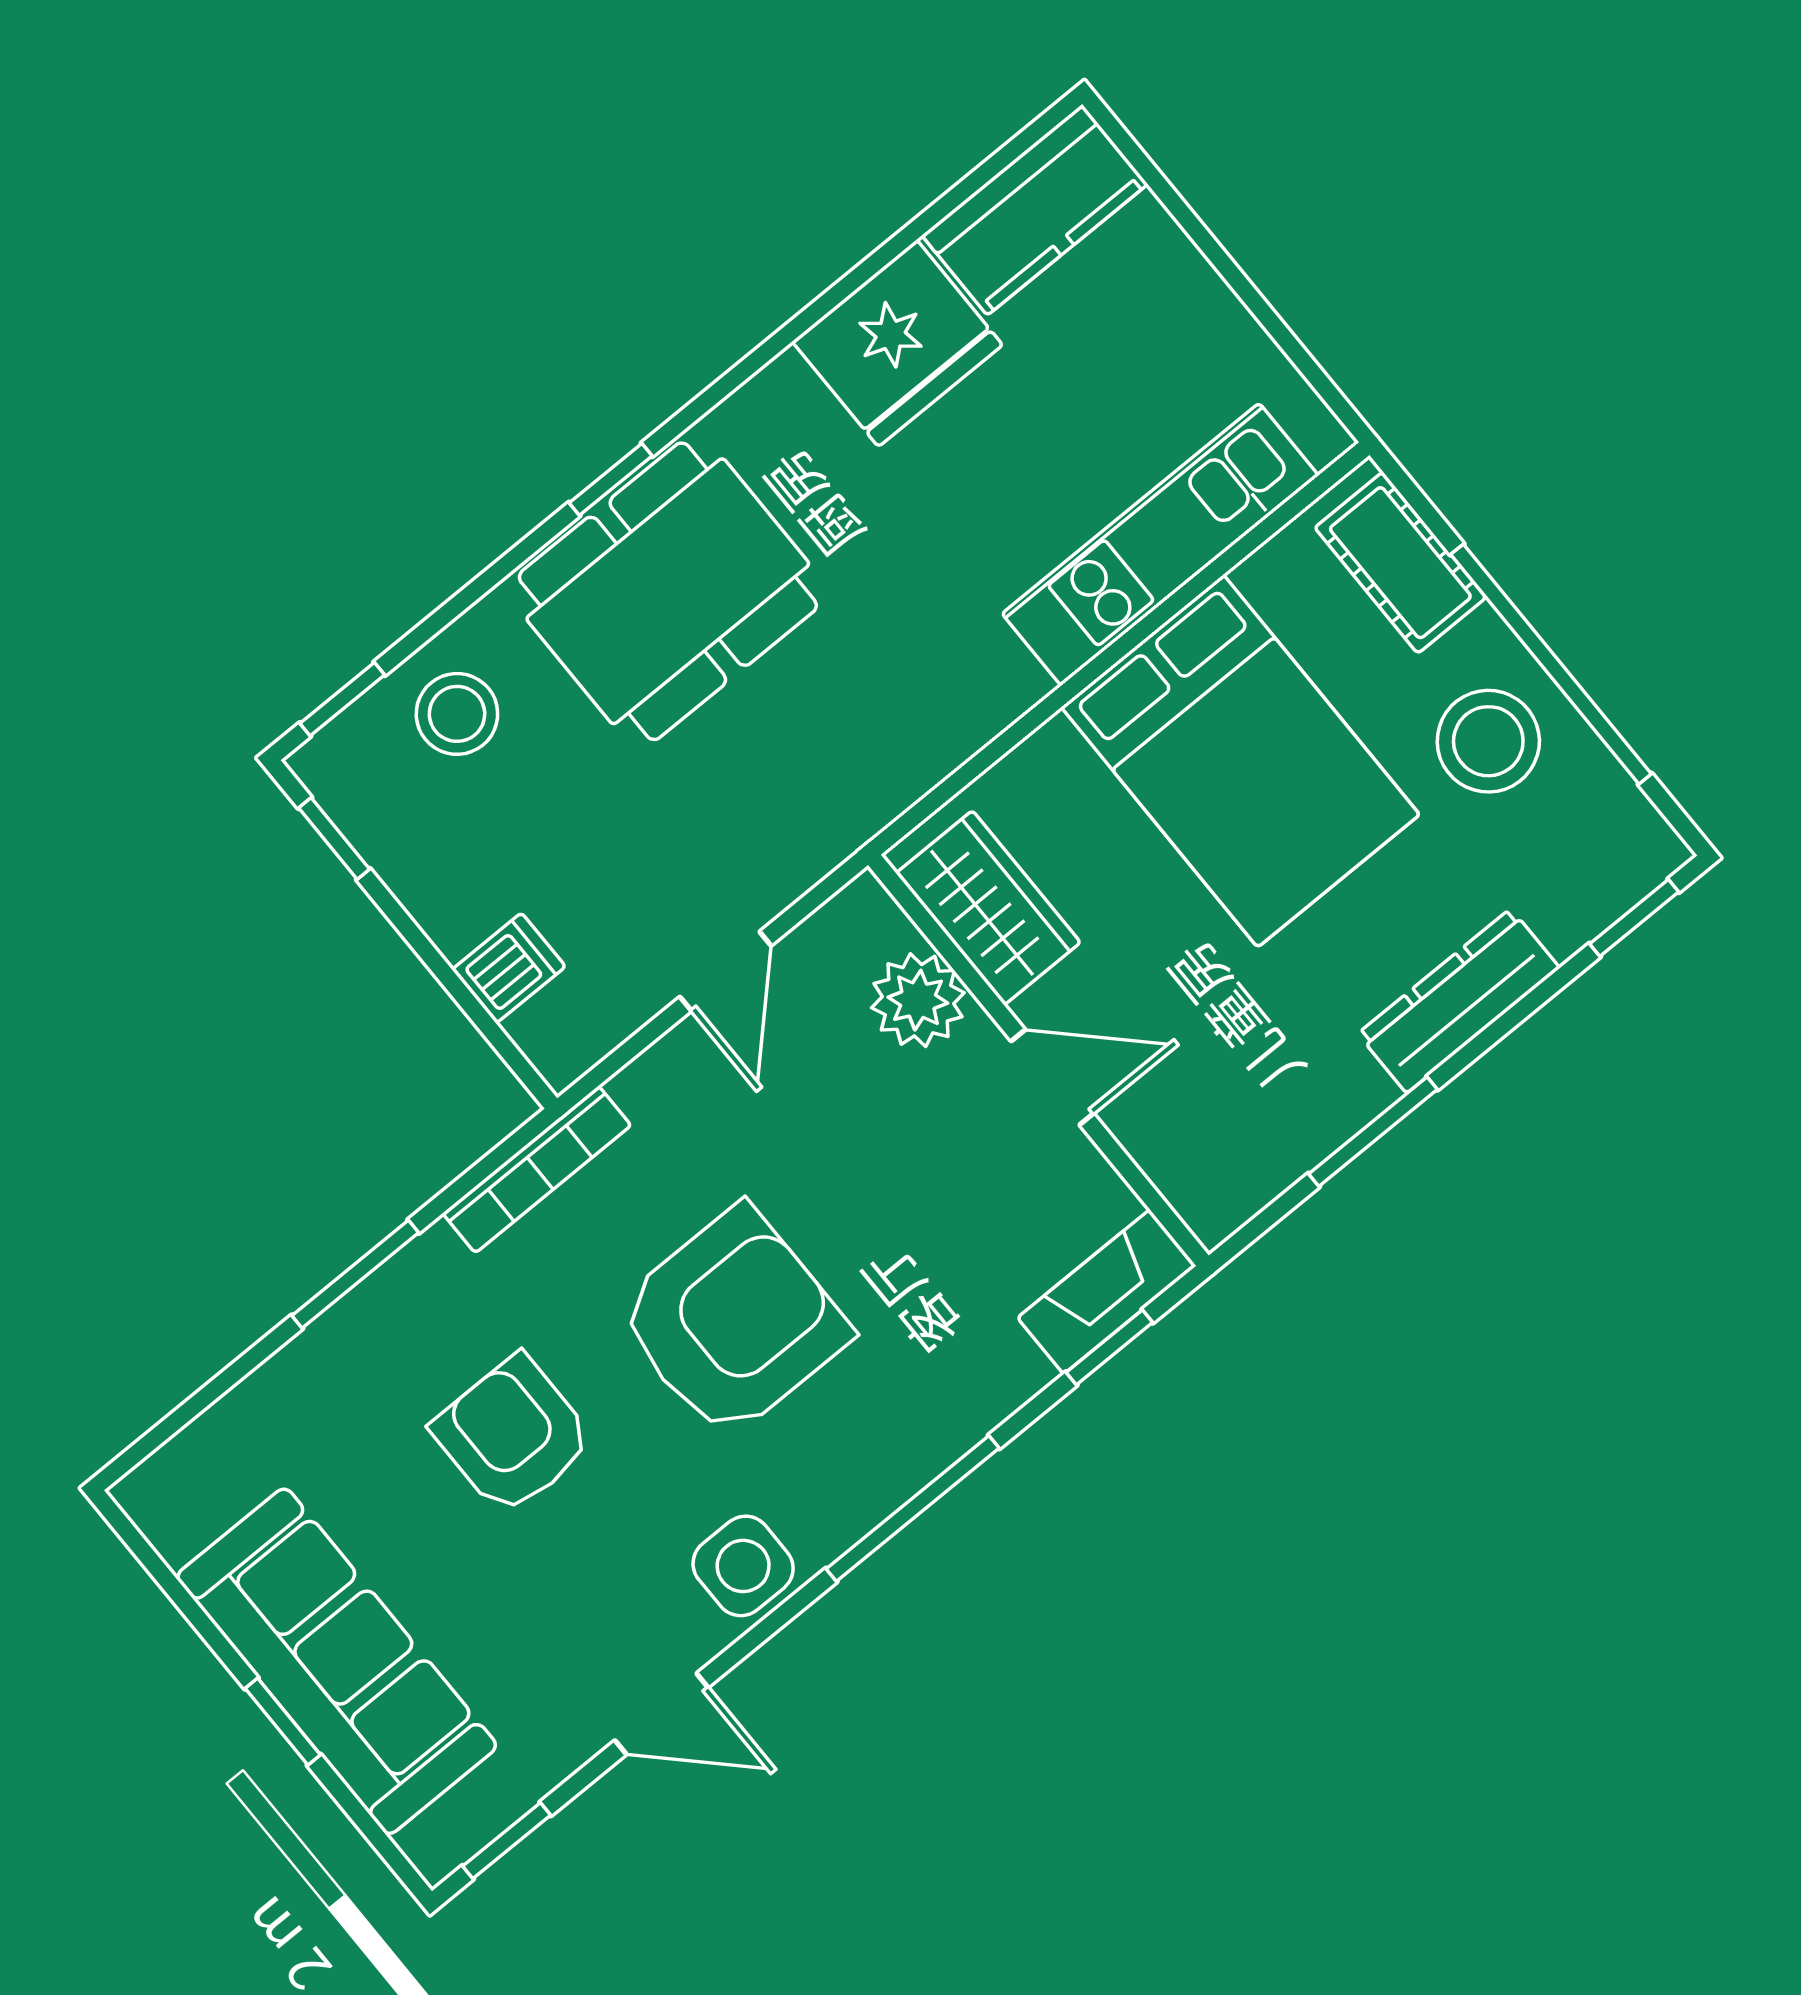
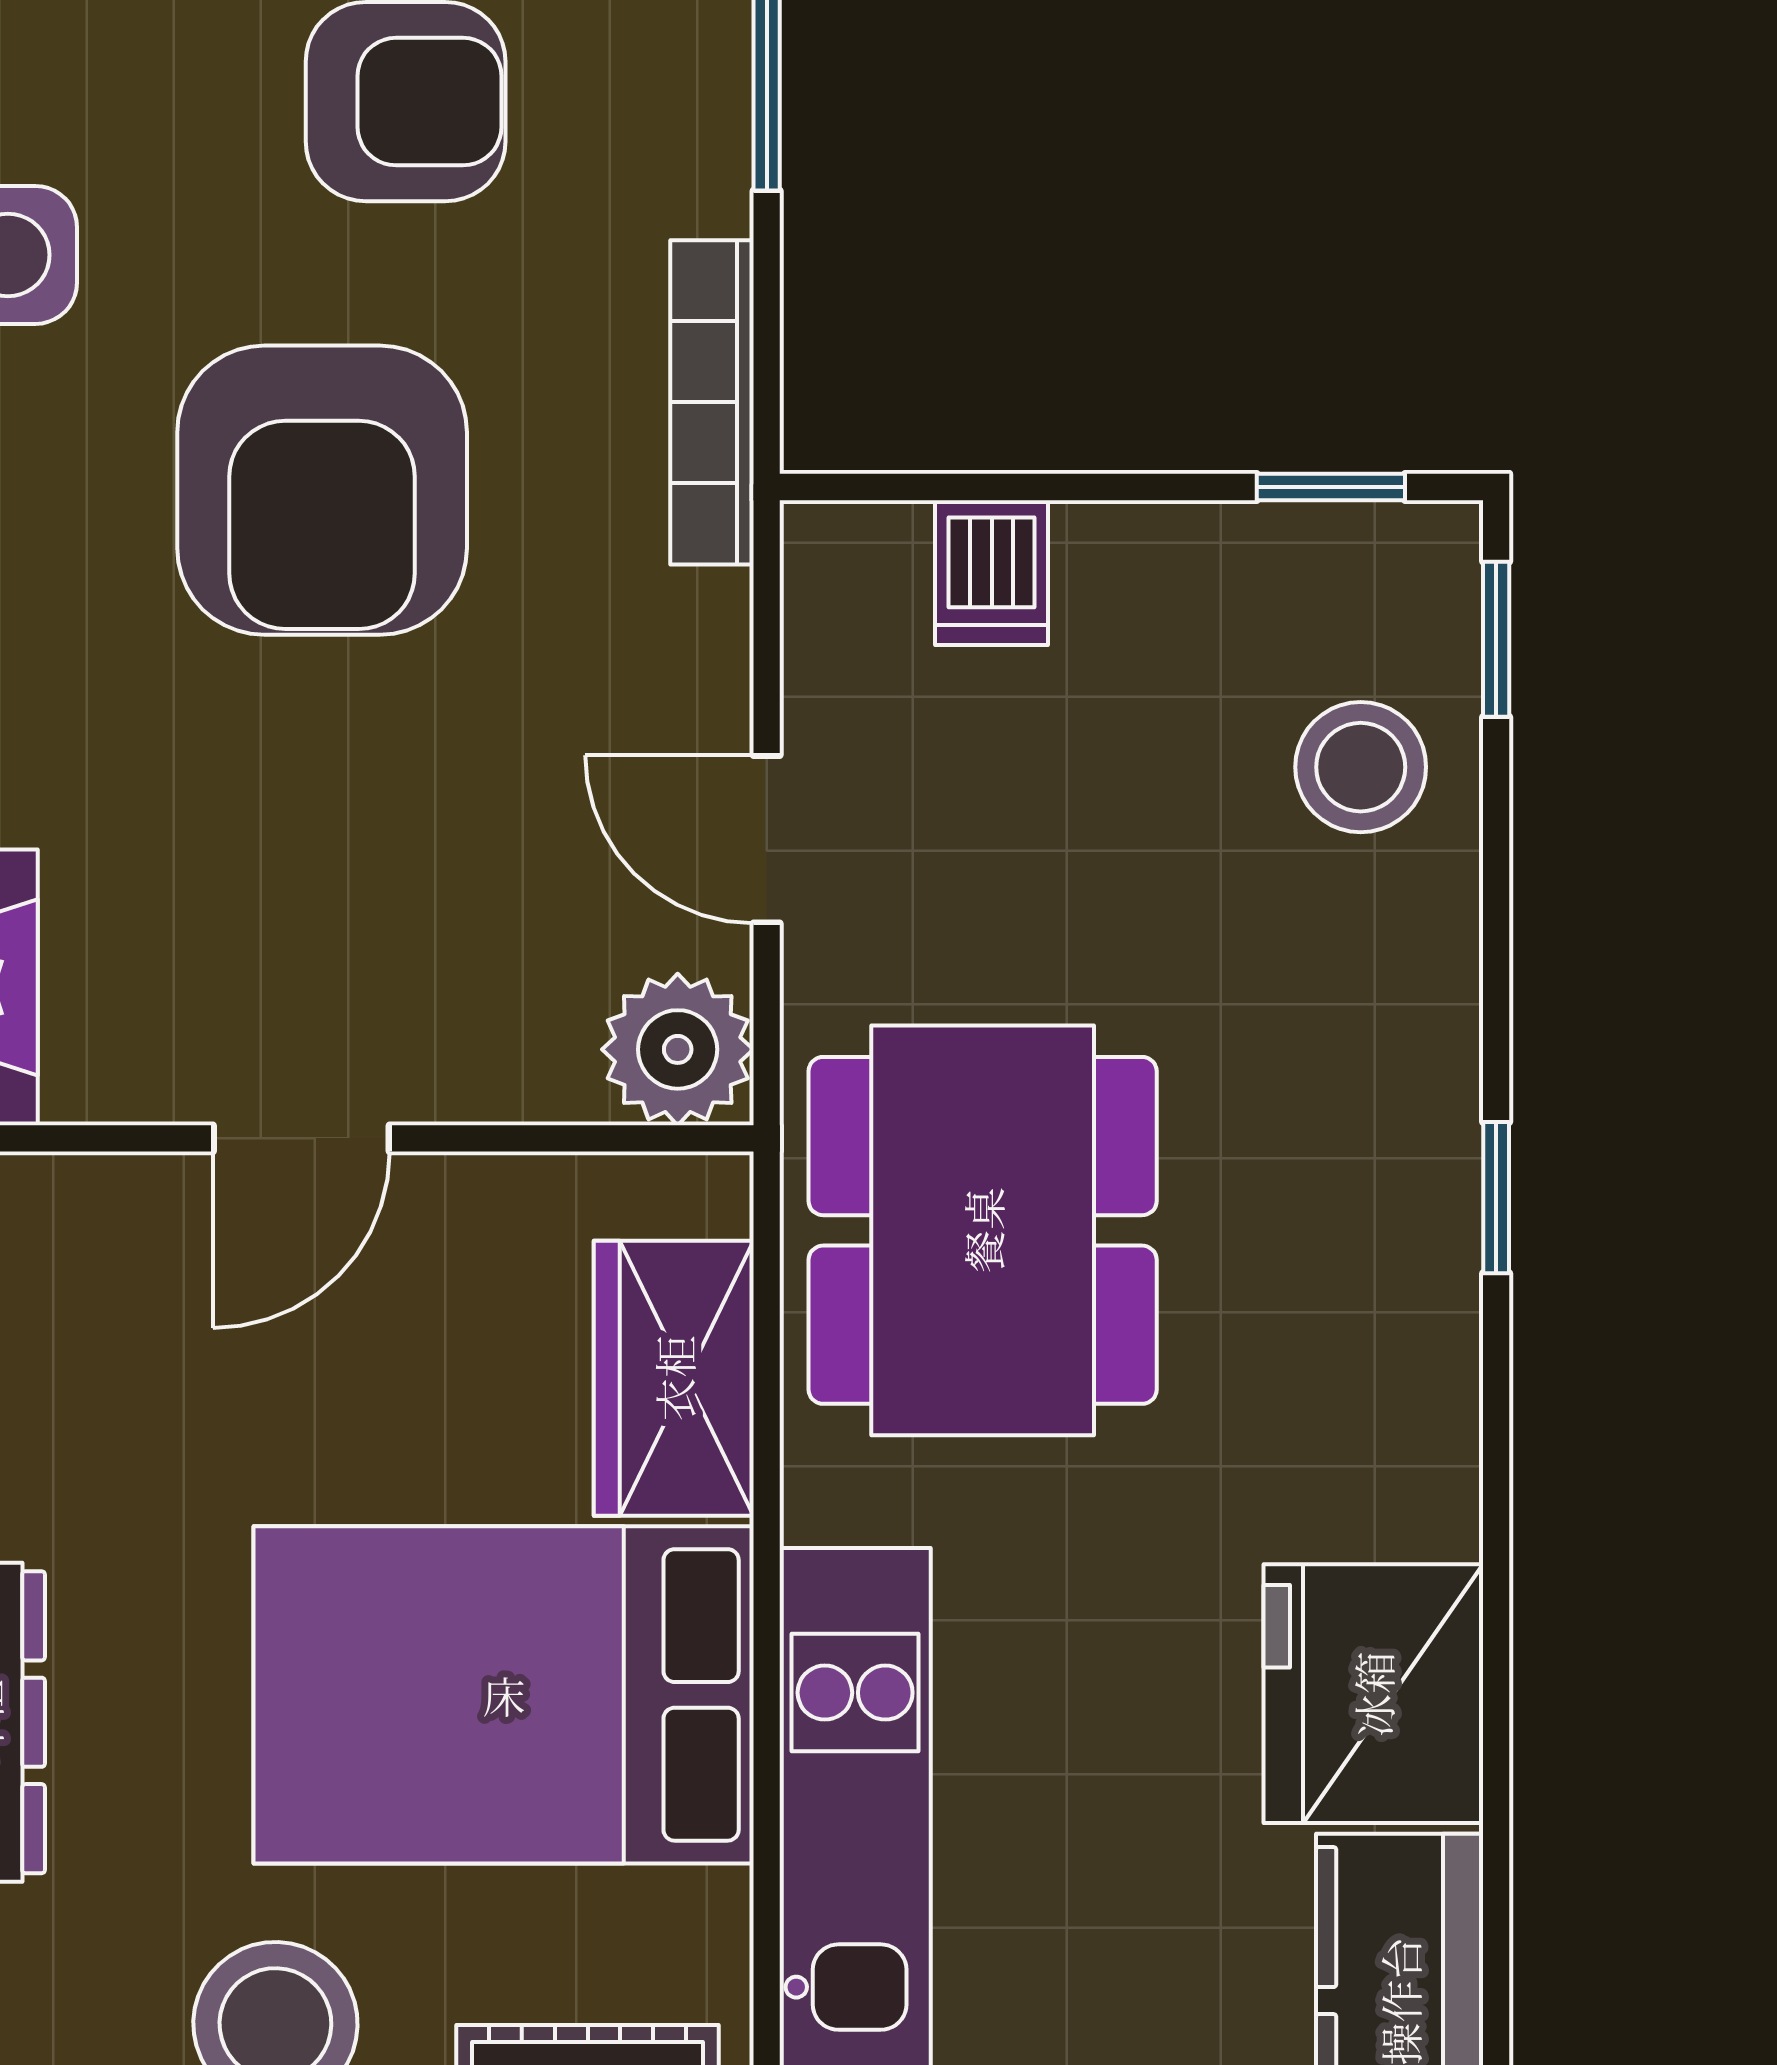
dining table: (668, 591) -> (983, 1230), moved
wardrobe: (988, 908) -> (674, 1378), moved, turned 90
plant: (918, 1000) -> (678, 1049), moved

